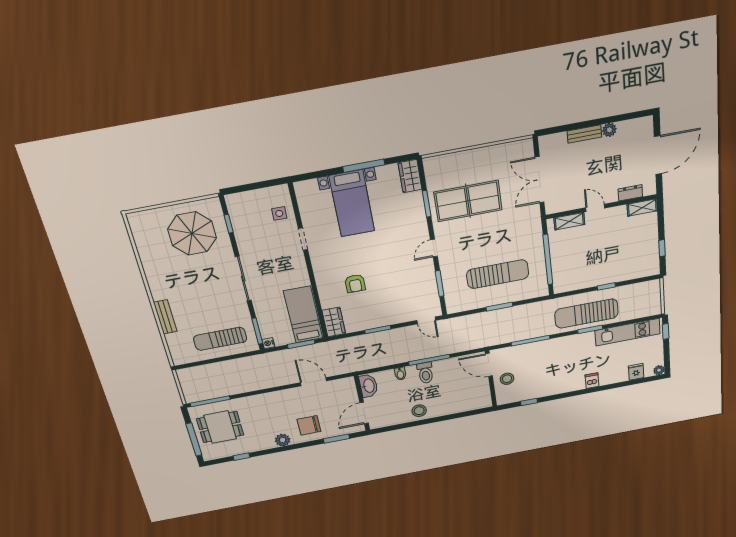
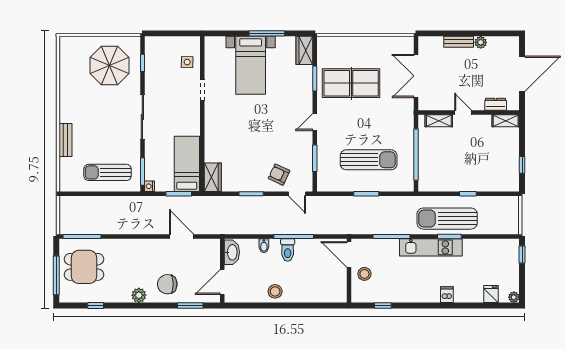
armchair: (355, 283) -> (279, 175), moved, turned 115
kitchen unit: (628, 332) -> (431, 247), moved

